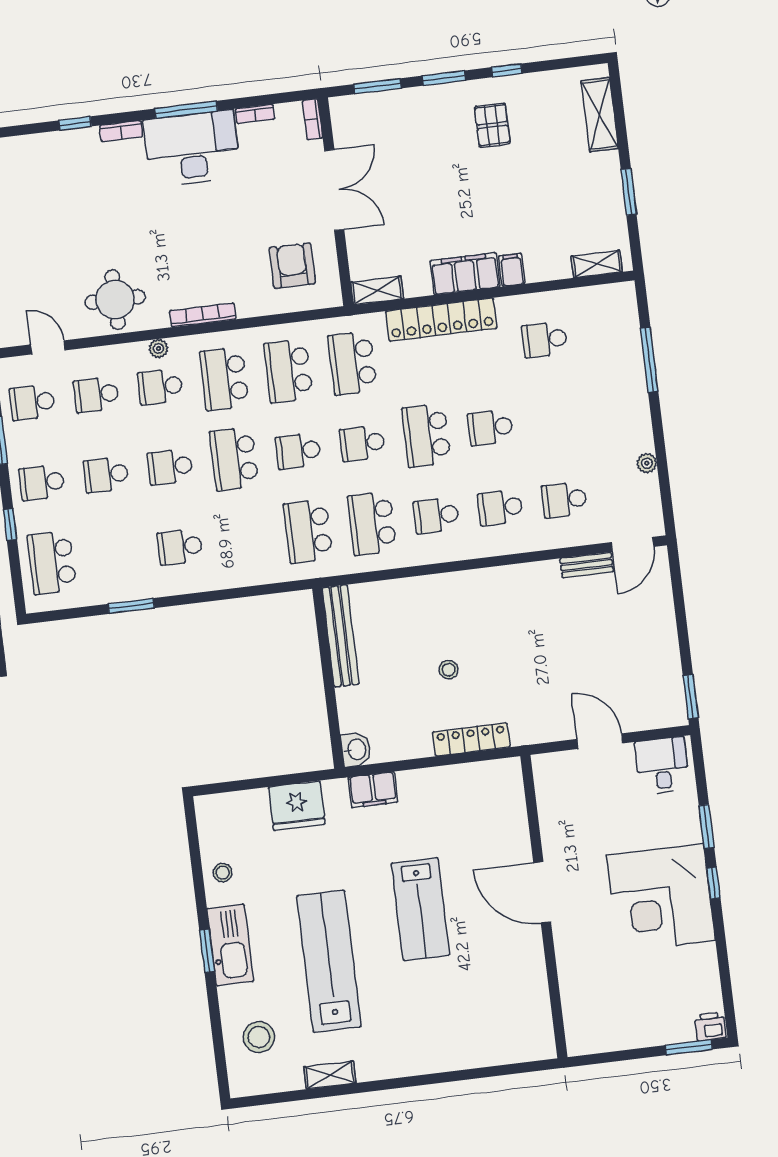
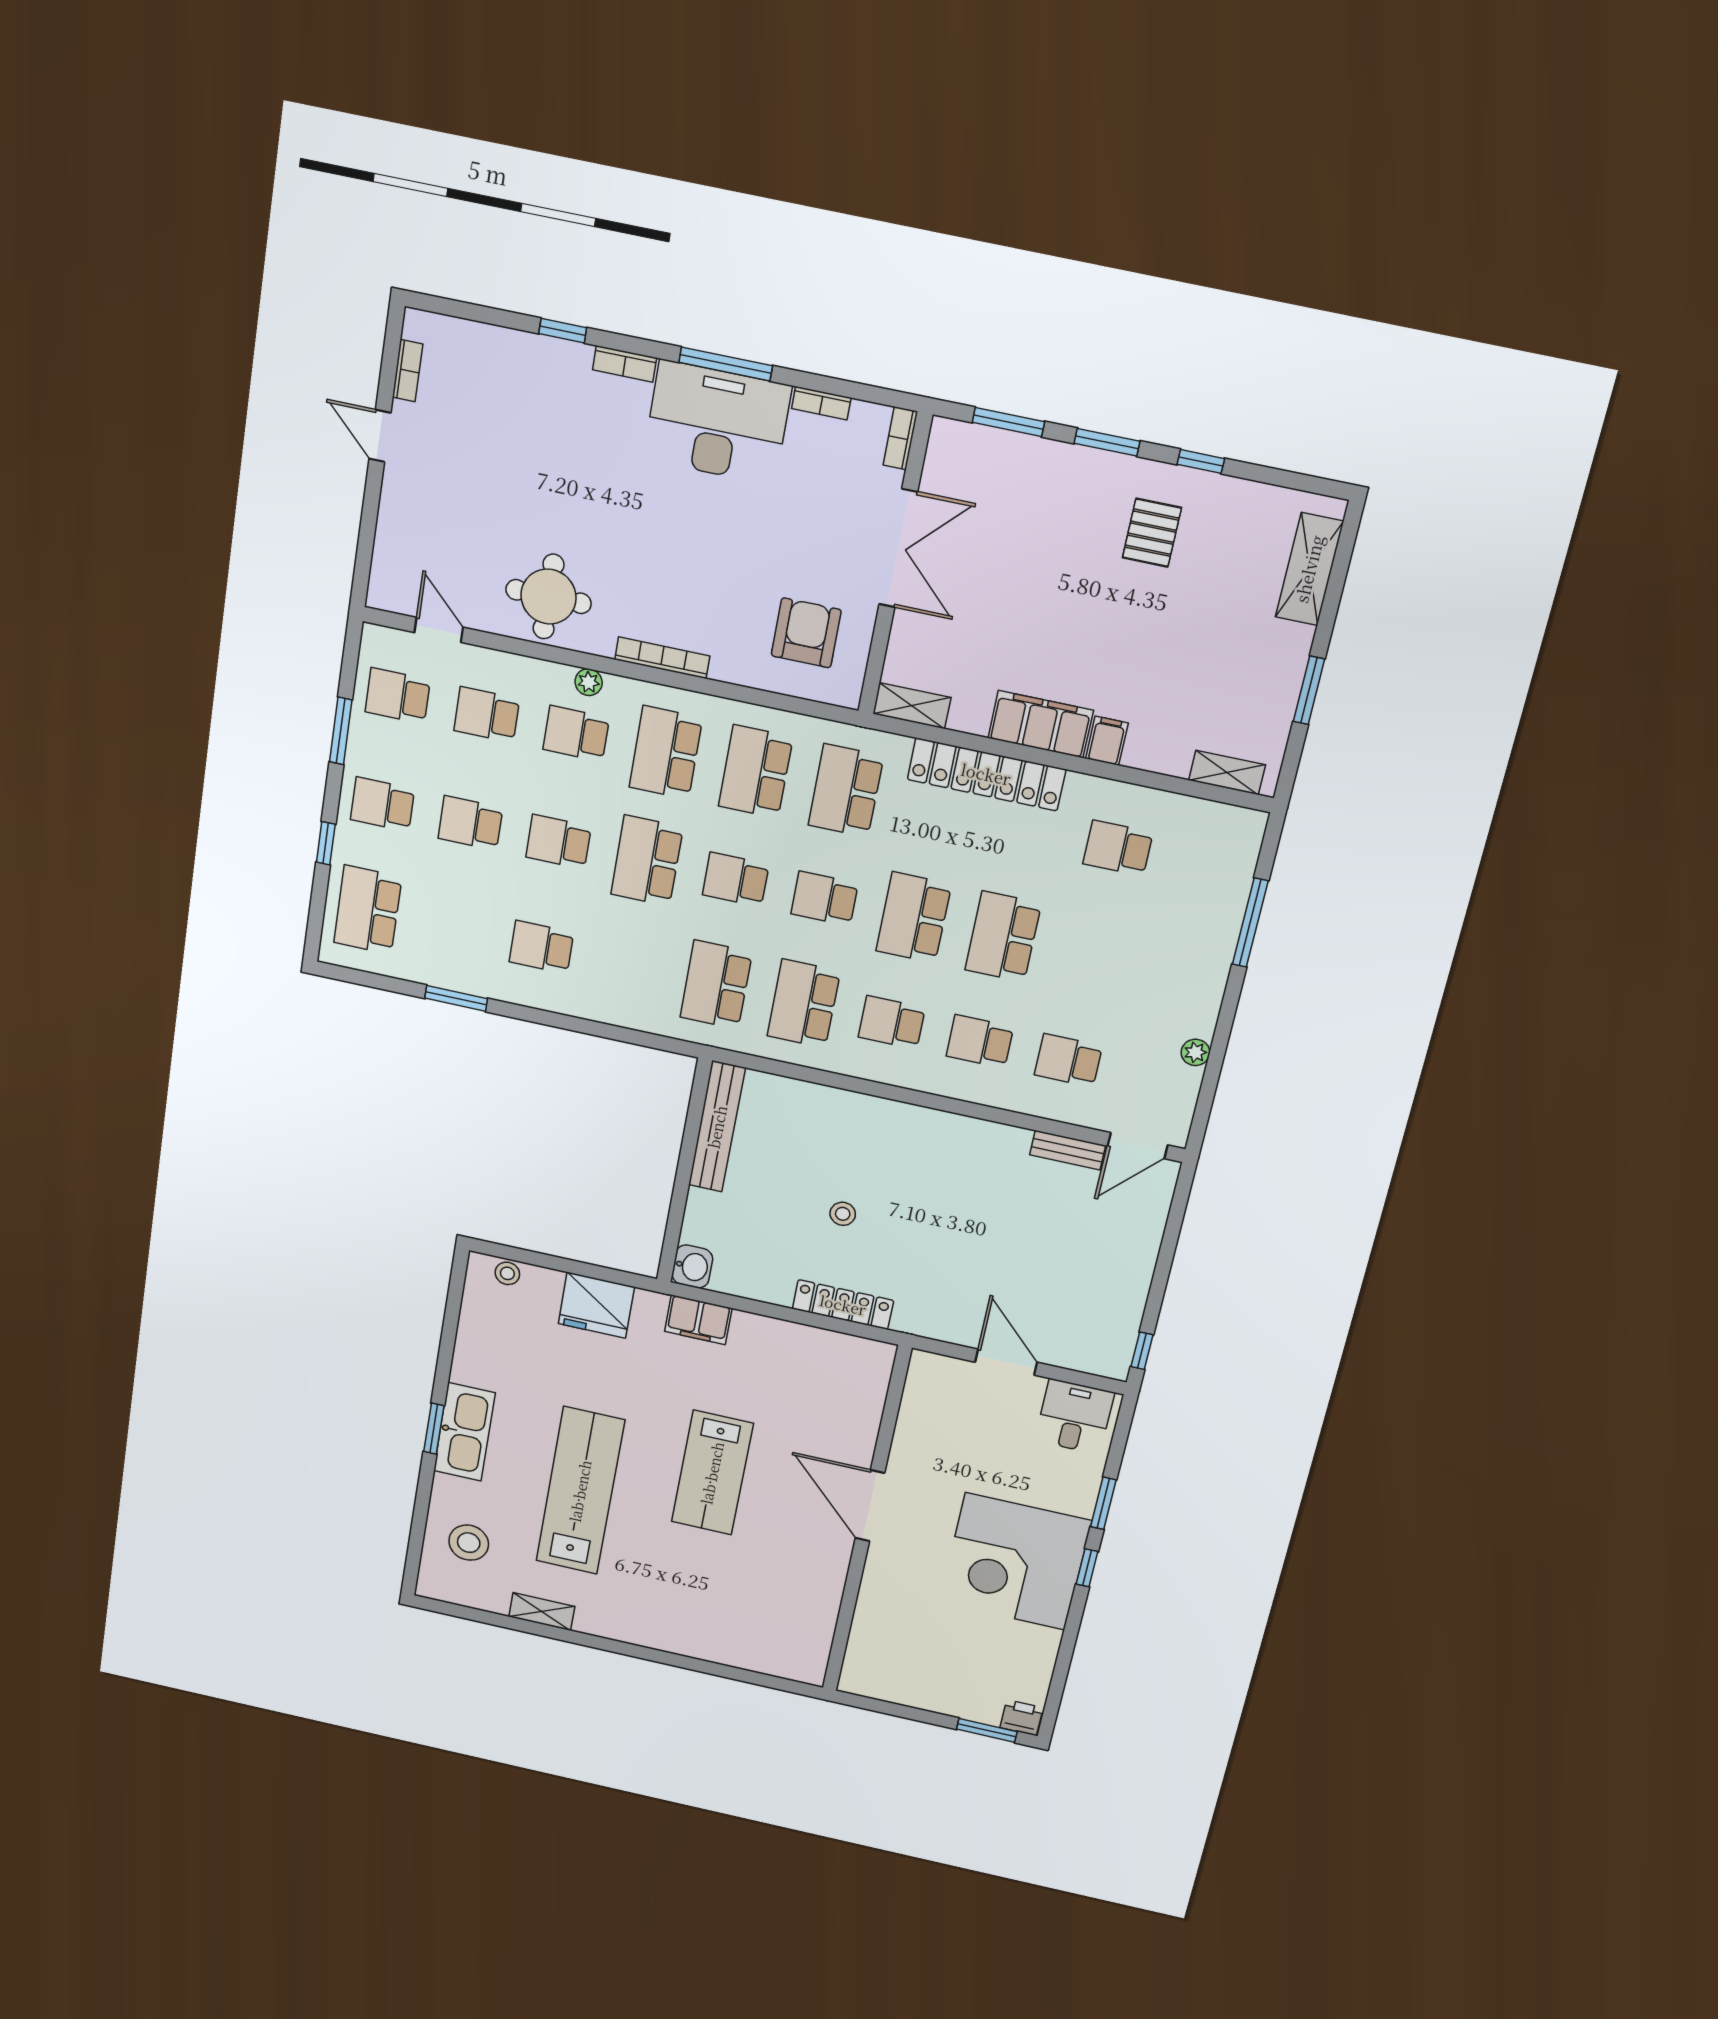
school desk: (490, 427) -> (1003, 937), width x1.85
window: (691, 697) -> (1142, 1351), width x0.67
stool: (223, 873) -> (507, 1273), moved

